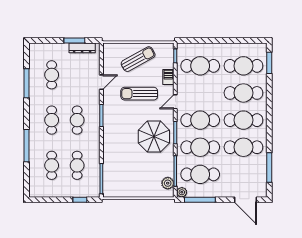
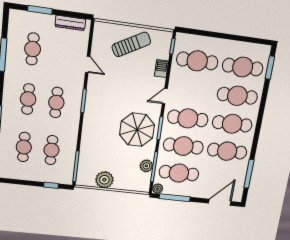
window: (74, 40) -> (40, 10), moved
door: (101, 82) -> (88, 64), hinge flipped
sun lounger: (139, 94) -> (128, 82), removed
plant: (168, 183) -> (146, 166), moved
plant: (130, 189) -> (104, 180), added
door: (245, 200) -> (220, 202), swing flipped

